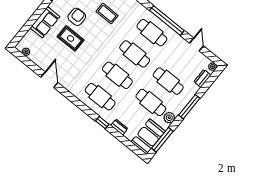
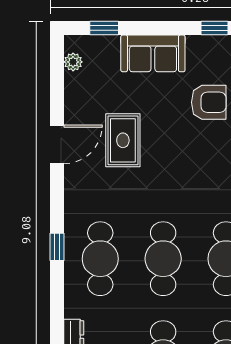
window: (23, 32) -> (104, 28), added
rug: (71, 38) -> (123, 140), moved
window: (102, 123) -> (57, 247), moved

